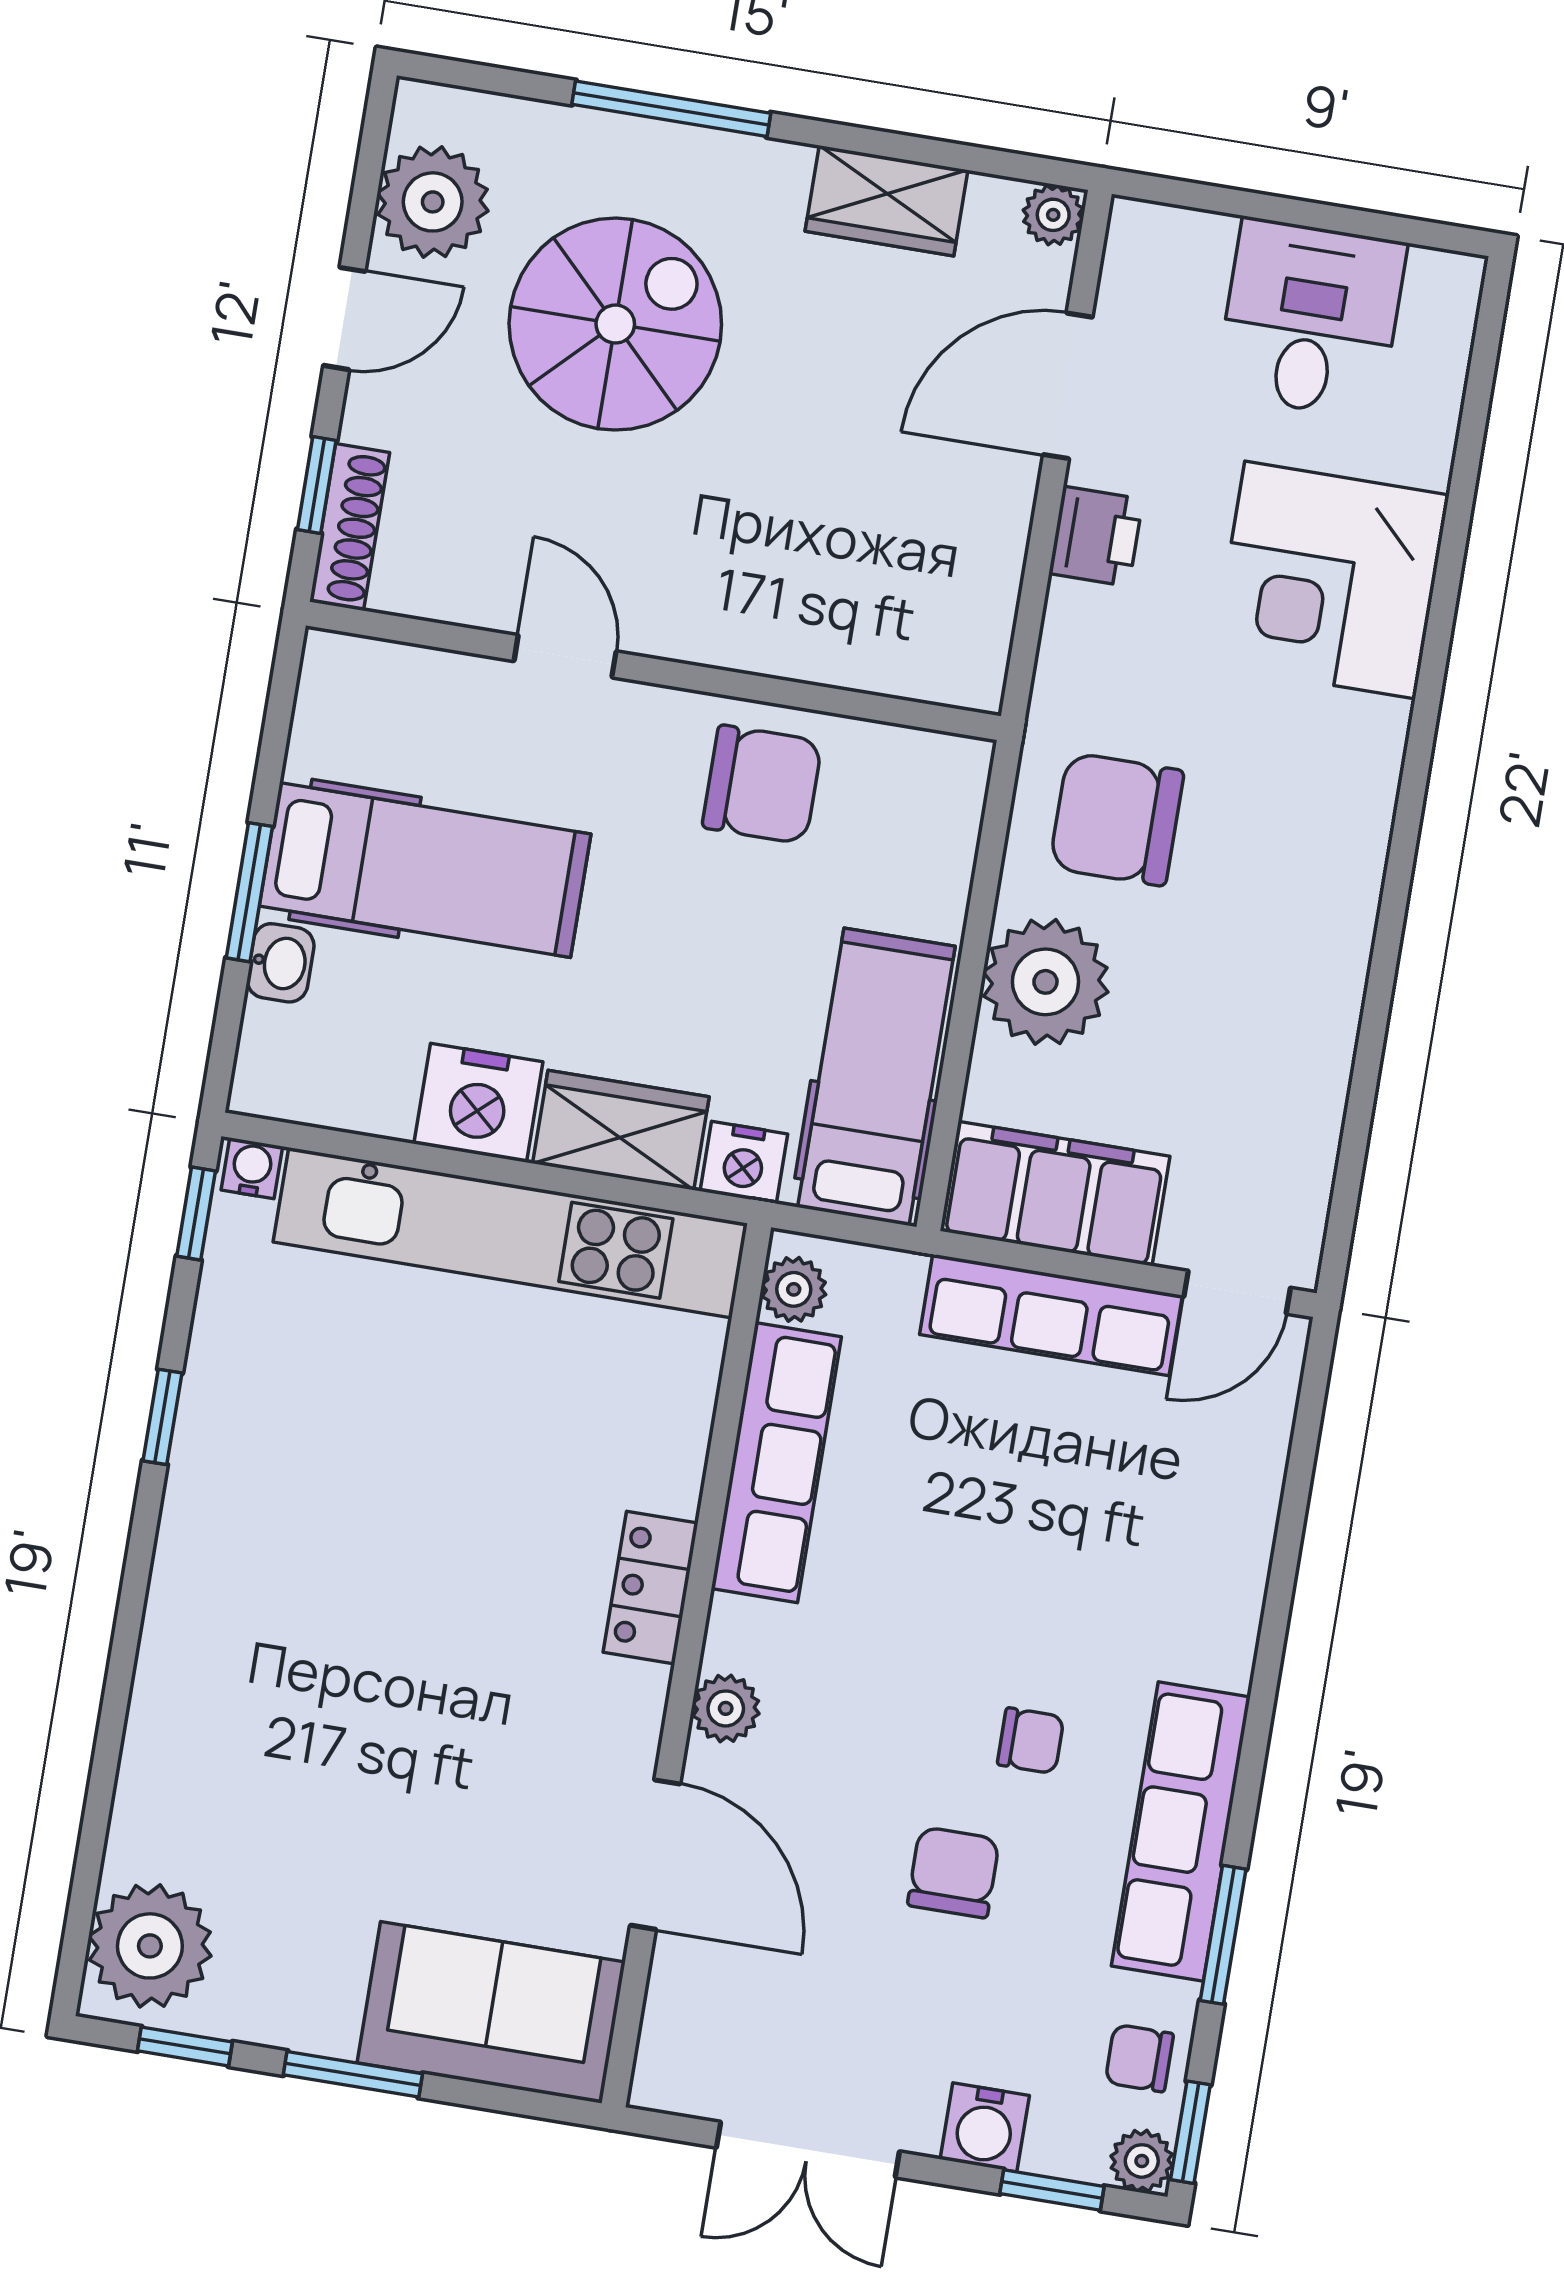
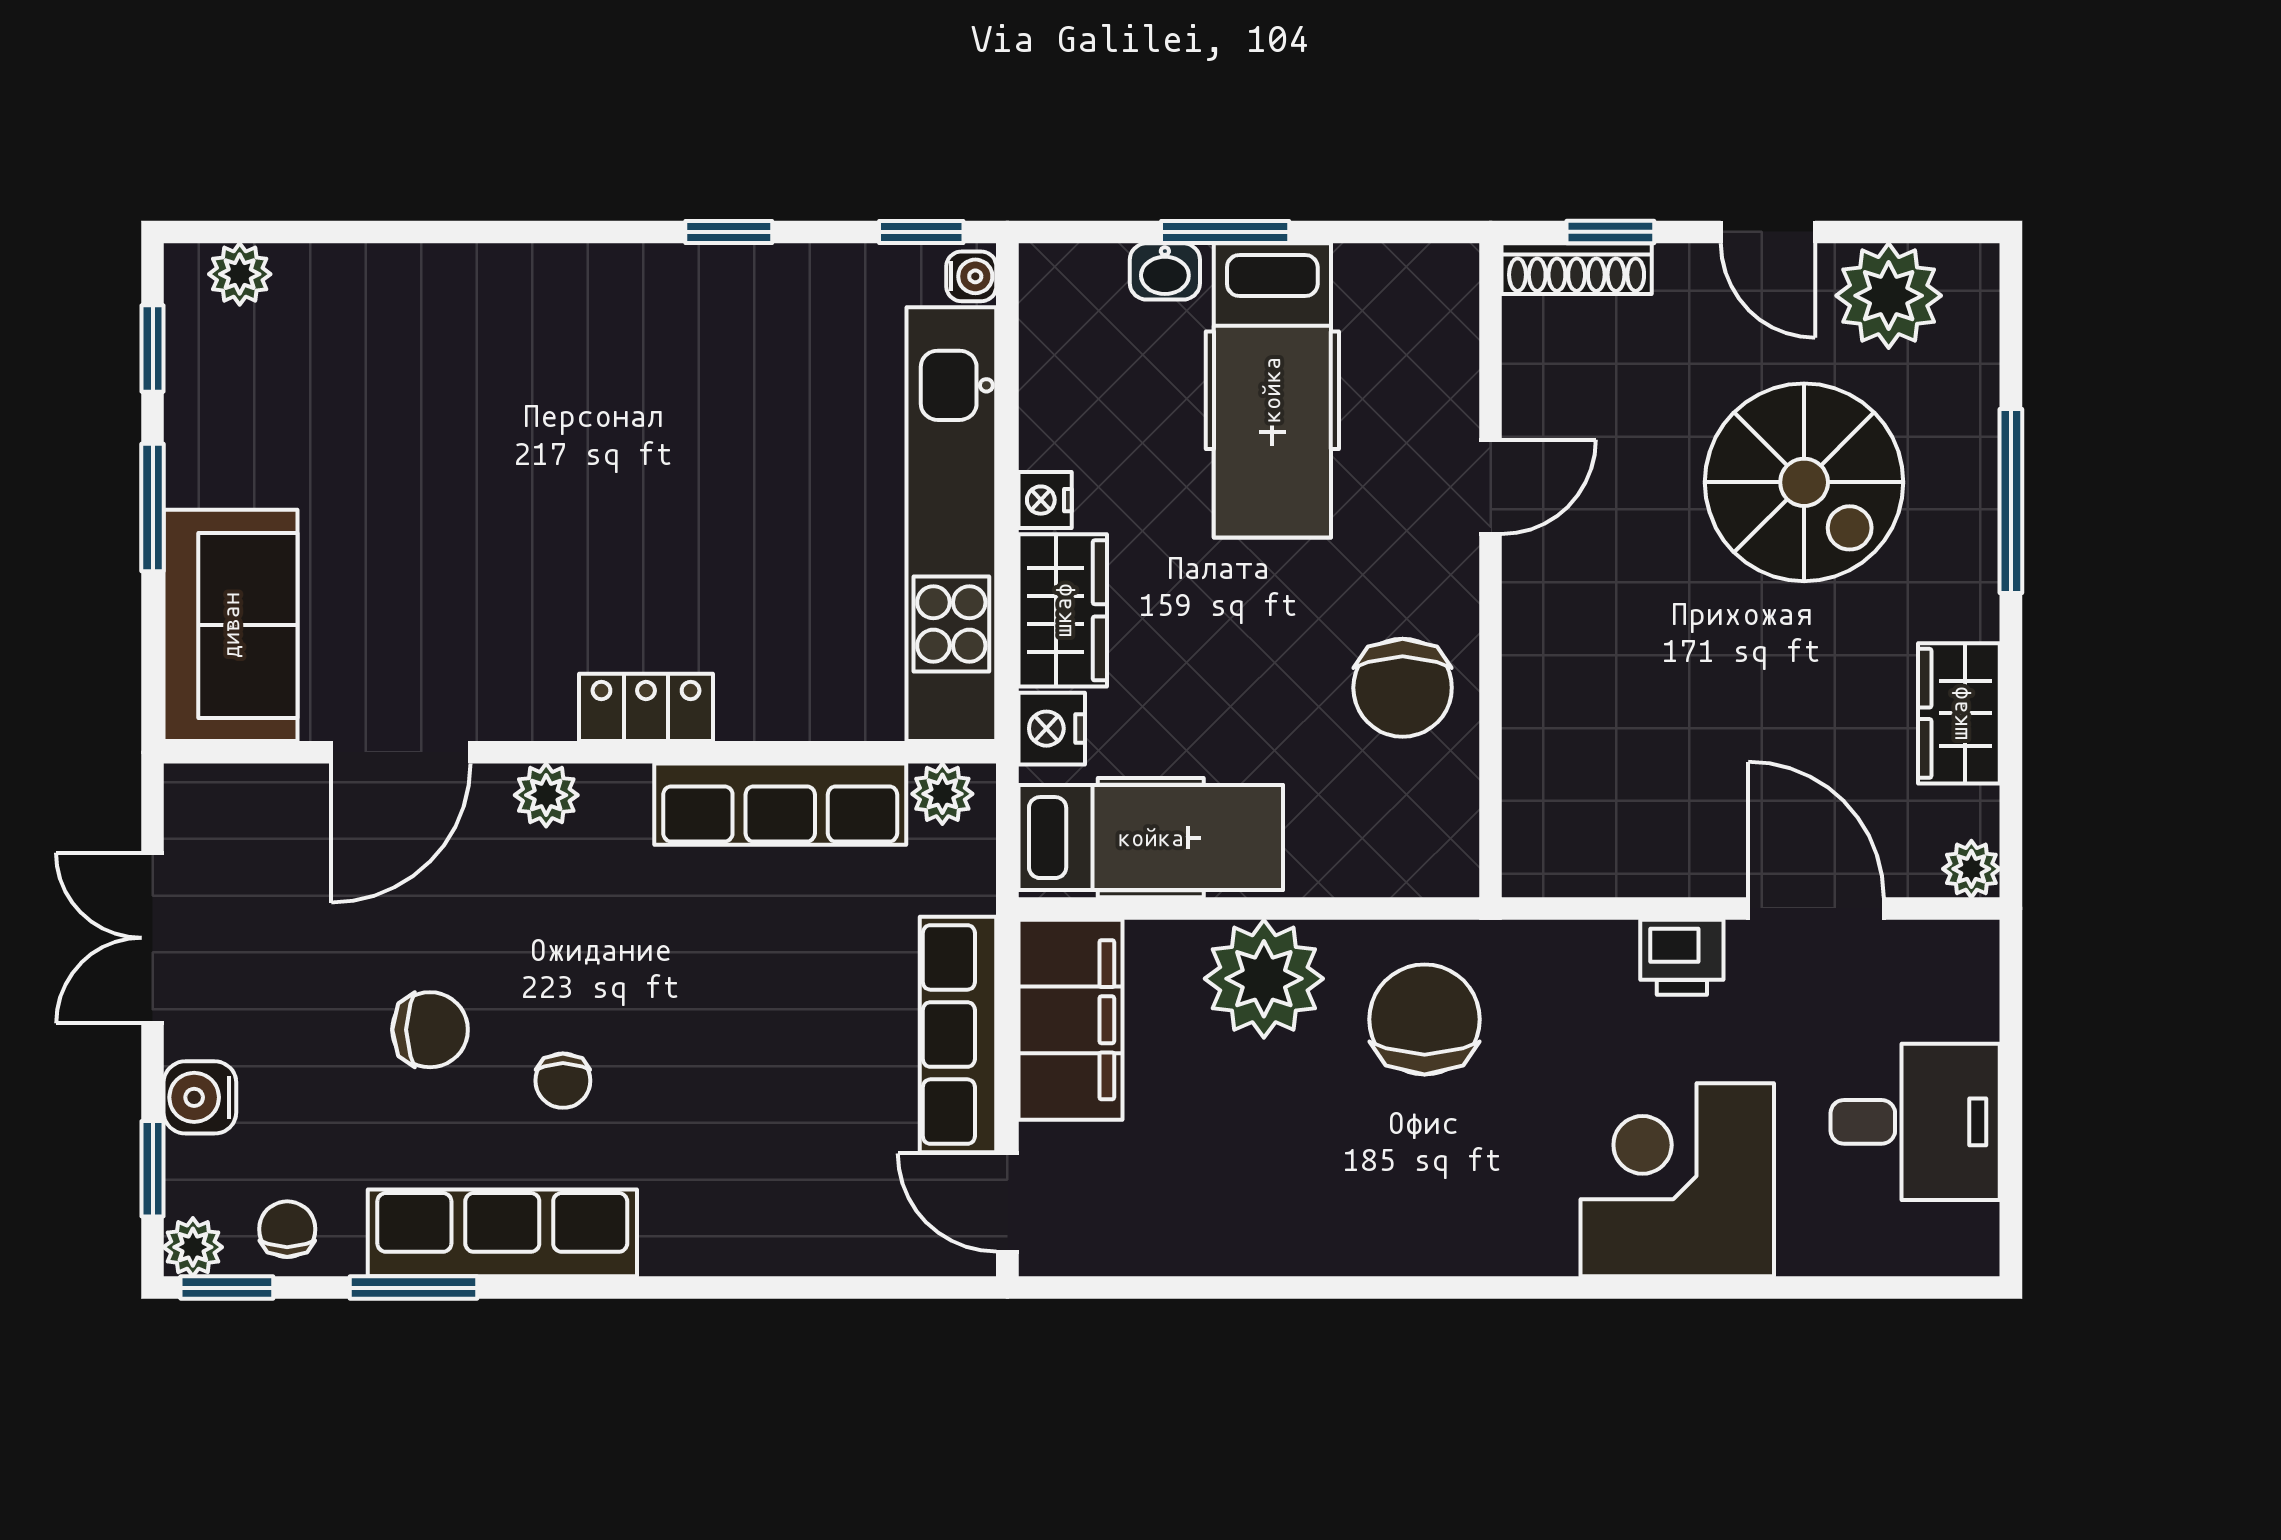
nightstand: (478, 1103) -> (1045, 500), width x0.53, depth x0.56
plant: (150, 1946) -> (240, 274), width x0.53, depth x0.53

